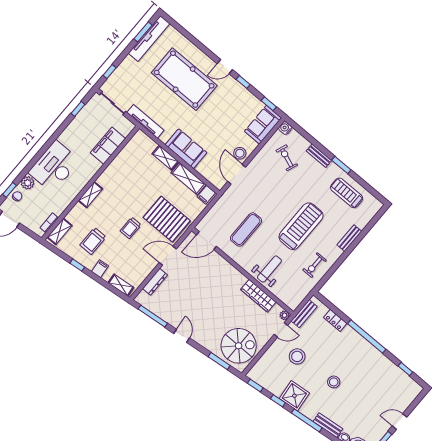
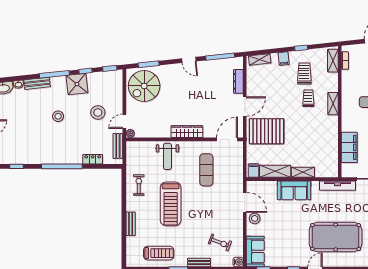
trolley: (131, 228) -> (308, 98), moved
wardrobe: (258, 296) -> (187, 132), moved

